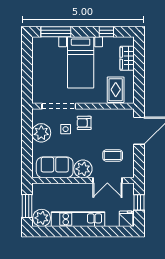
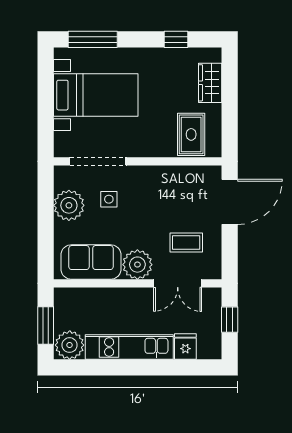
bed with nightstands: (81, 62) -> (96, 95), moved, turned -90
armchair: (84, 123) -> (139, 189), removed
fridge: (126, 219) -> (185, 347), moved

